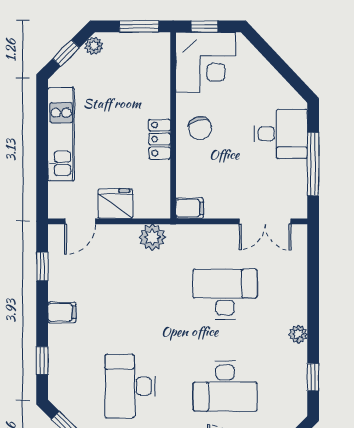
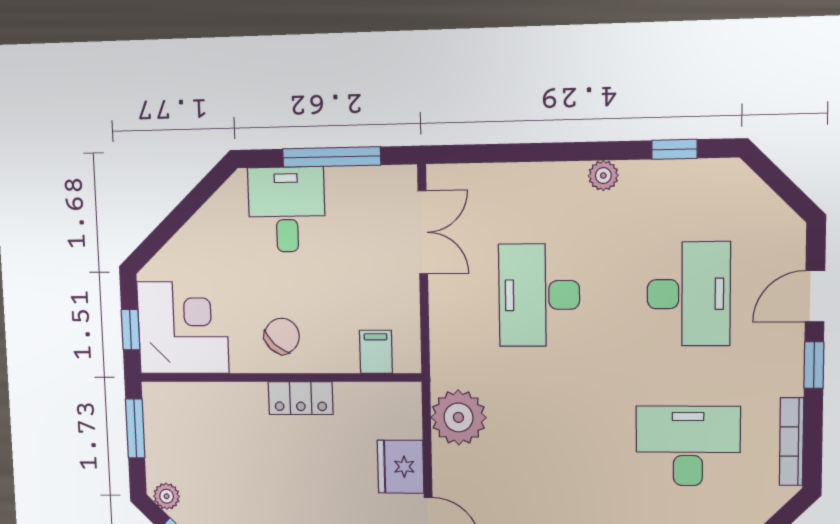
chair: (200, 128) -> (282, 336), turned -32
filing cabinet: (190, 208) -> (376, 352), moved
plant: (152, 237) -> (458, 417), width x1.36, depth x1.36
desk: (130, 386) -> (688, 446), turned 180

